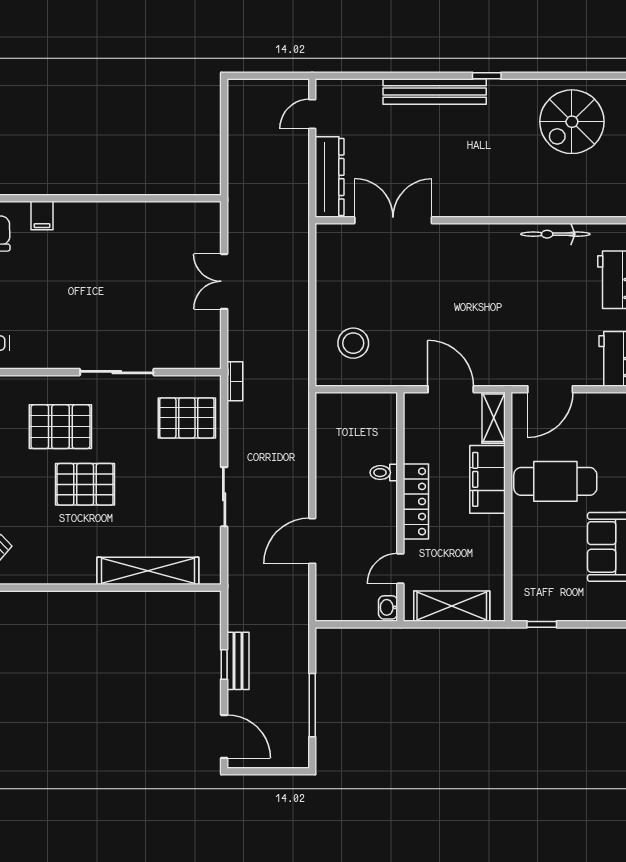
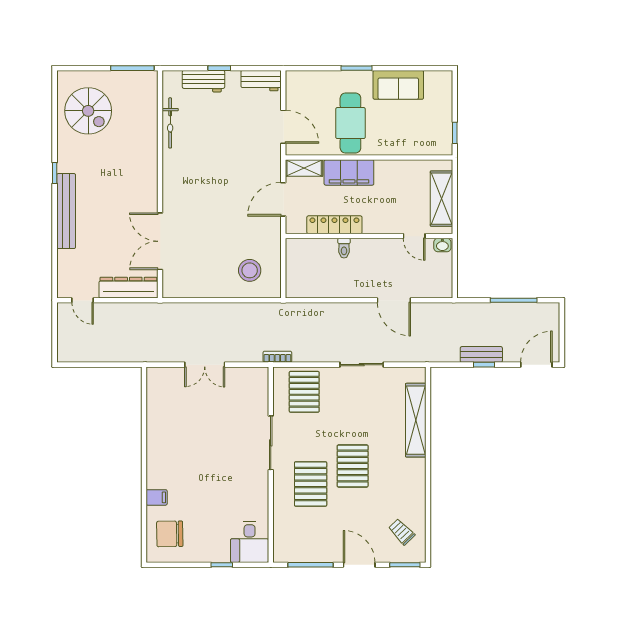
locker: (416, 501) -> (334, 225), moved

